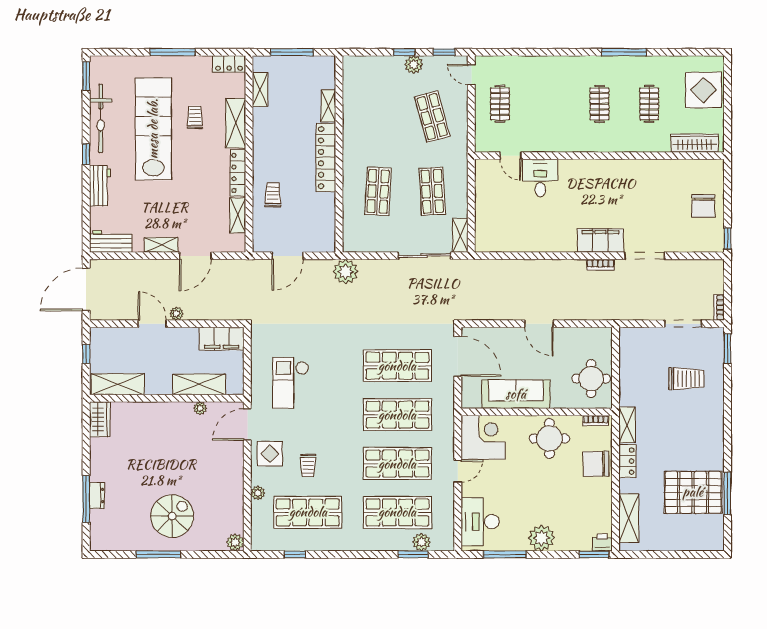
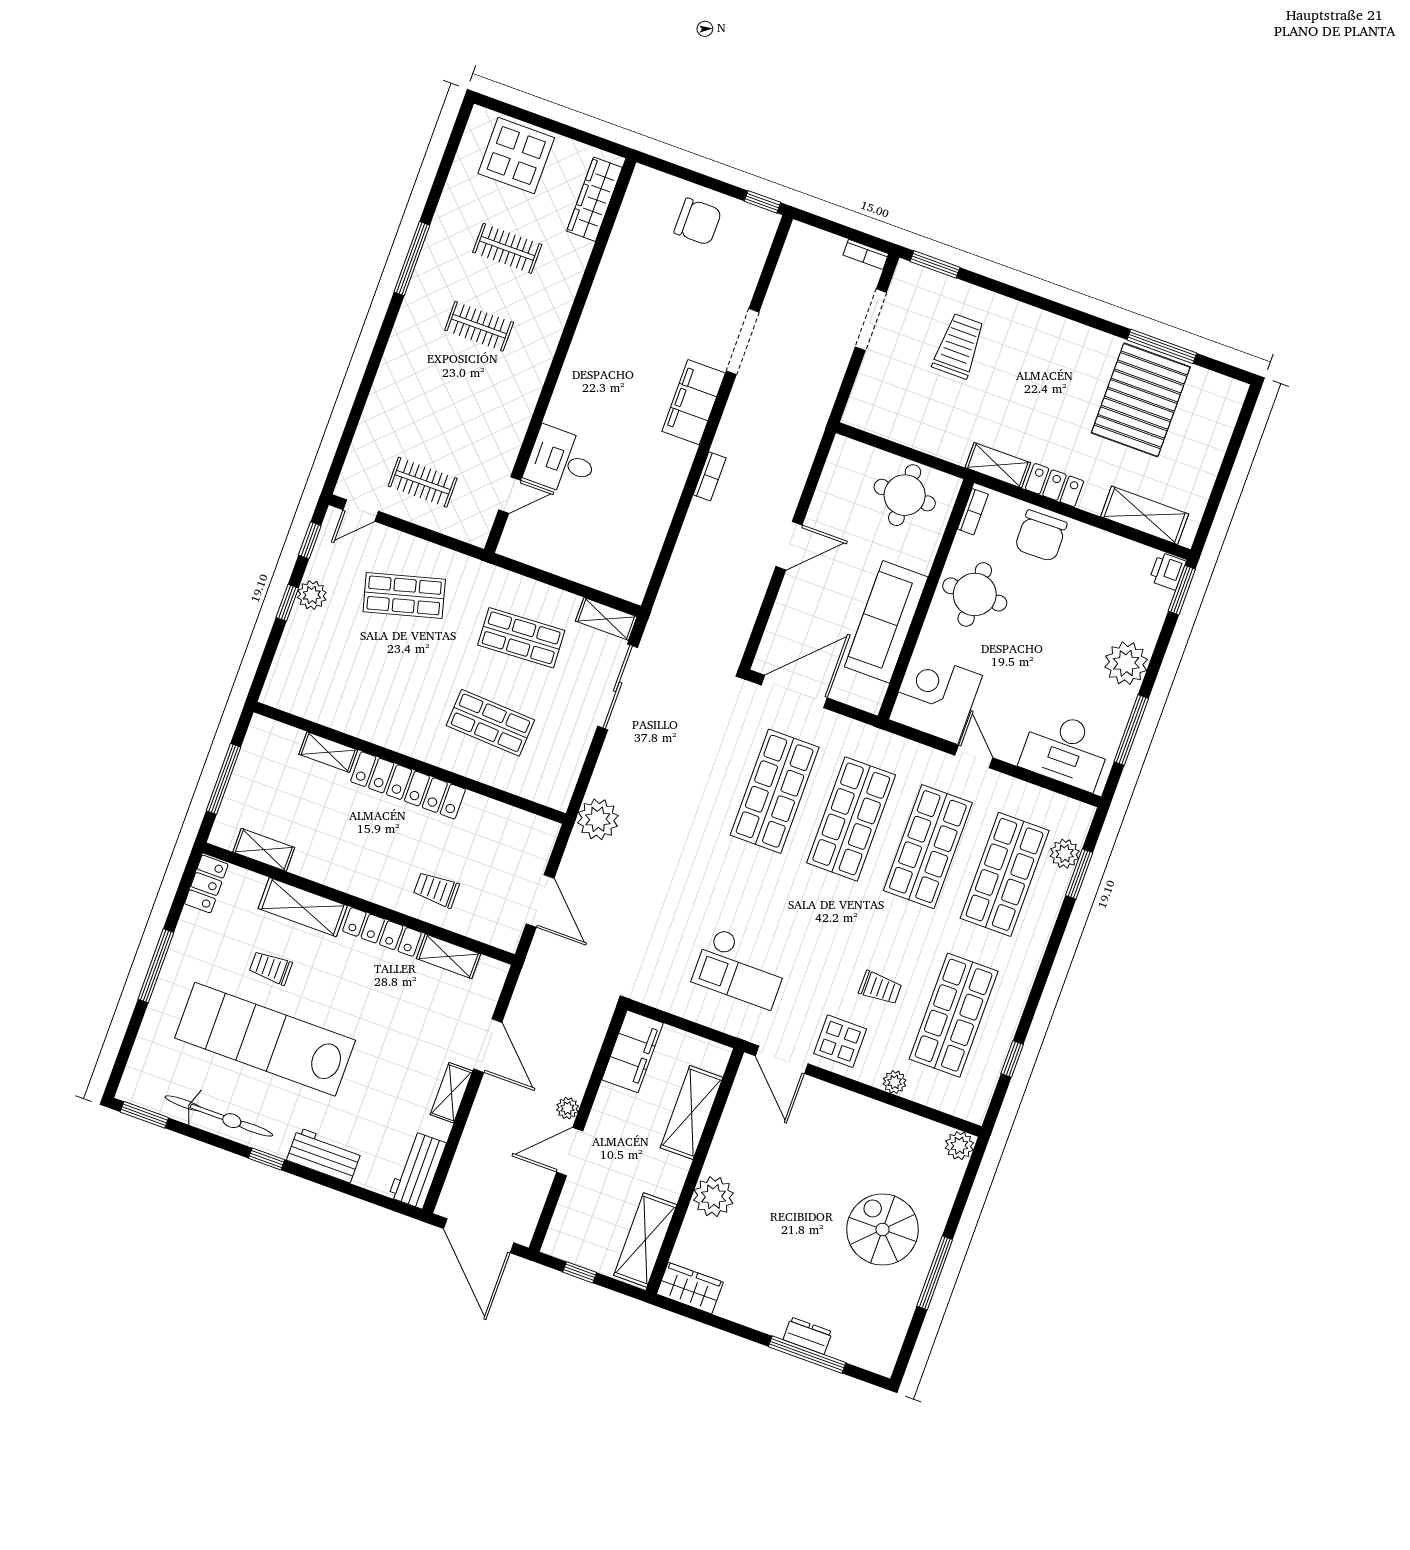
bookcase: (600, 265) -> (710, 476), moved
plant: (200, 408) -> (713, 1197), moved, width x1.88, depth x1.88

